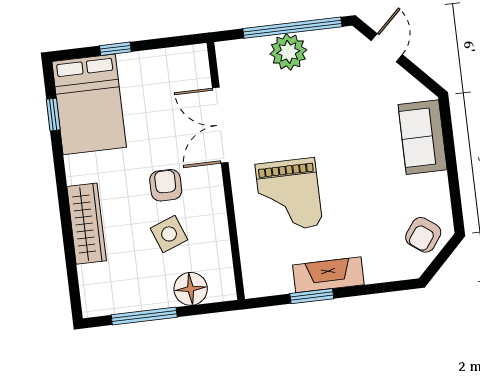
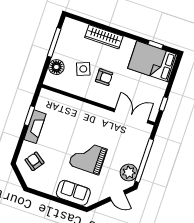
window: (115, 49) -> (163, 104), moved
plant: (288, 52) -> (129, 172), moved
double door: (220, 125) -> (131, 116), moved
grand piano: (289, 195) -> (88, 157), moved
armchair: (423, 235) -> (34, 161), moved

